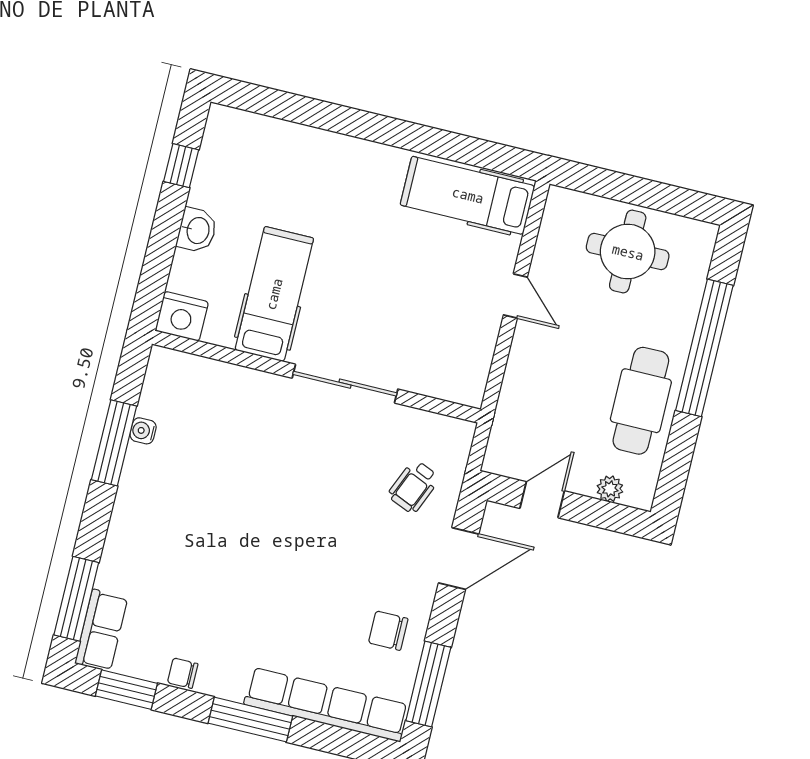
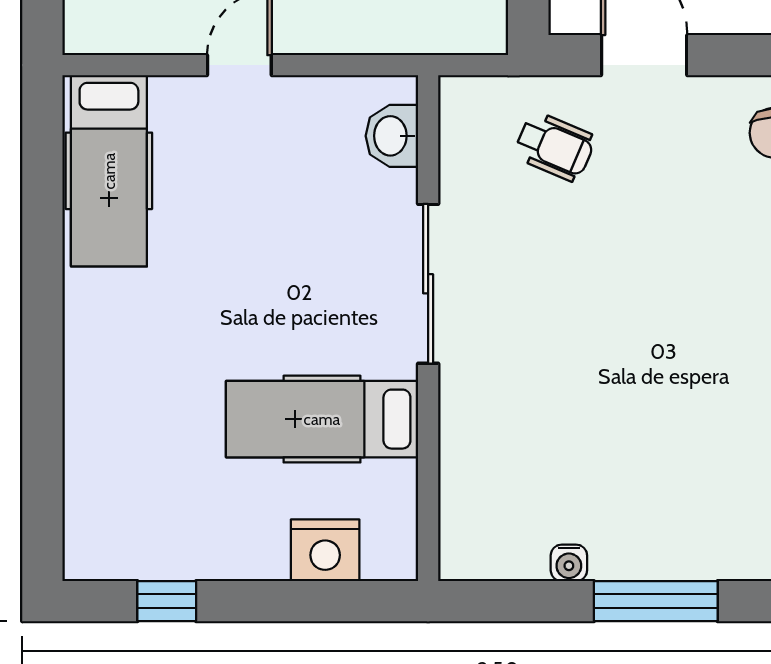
washbasin: (197, 230) -> (392, 136), moved, turned -90
nightstand: (182, 316) -> (325, 550), moved, turned 90
window: (114, 443) -> (656, 601), moved

